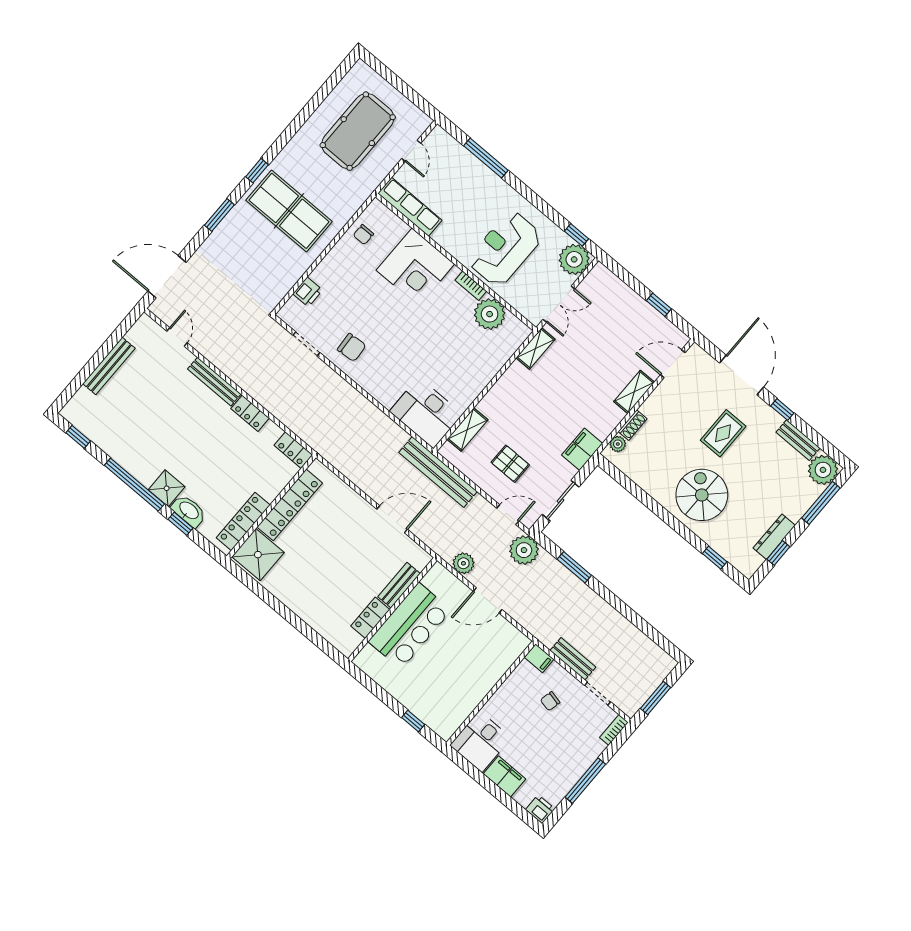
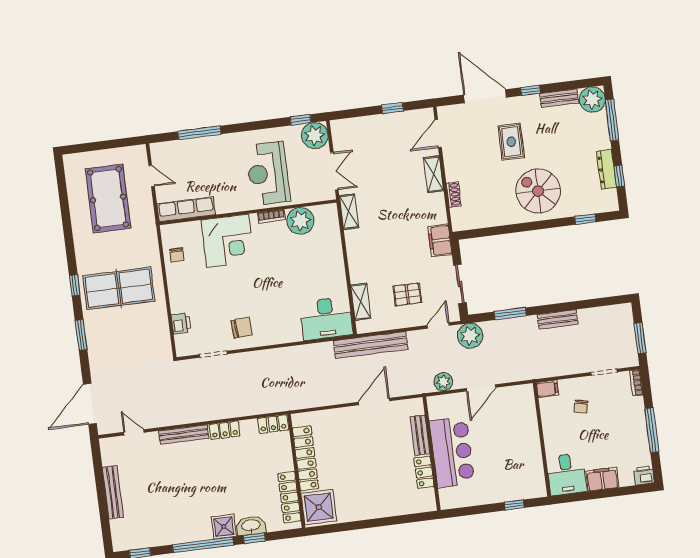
plant: (618, 444) -> (457, 215), removed
bench: (573, 659) -> (558, 319), moved

